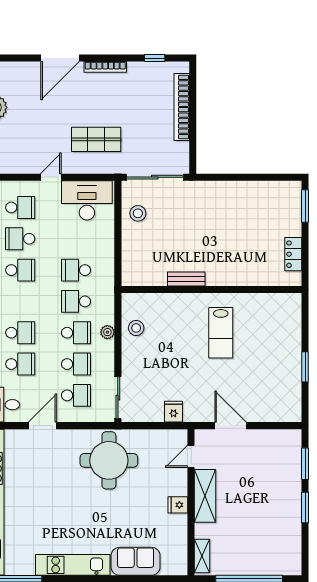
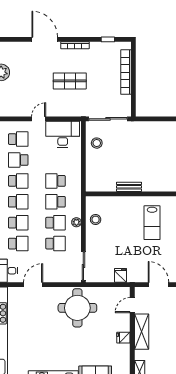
door: (60, 58) -> (45, 39), swing flipped
shop shelf: (96, 139) -> (70, 81), moved
school desk: (76, 395) -> (18, 202), moved

